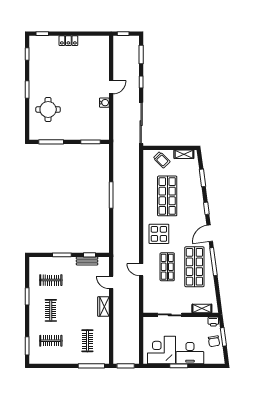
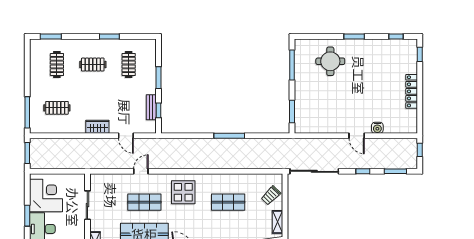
locker: (68, 41) -> (412, 91), width x1.53
water cooler: (104, 103) -> (377, 128), moved
shop shelf: (167, 196) -> (228, 202), width x0.70, depth x0.74
door: (111, 282) -> (126, 136), swing flipped

